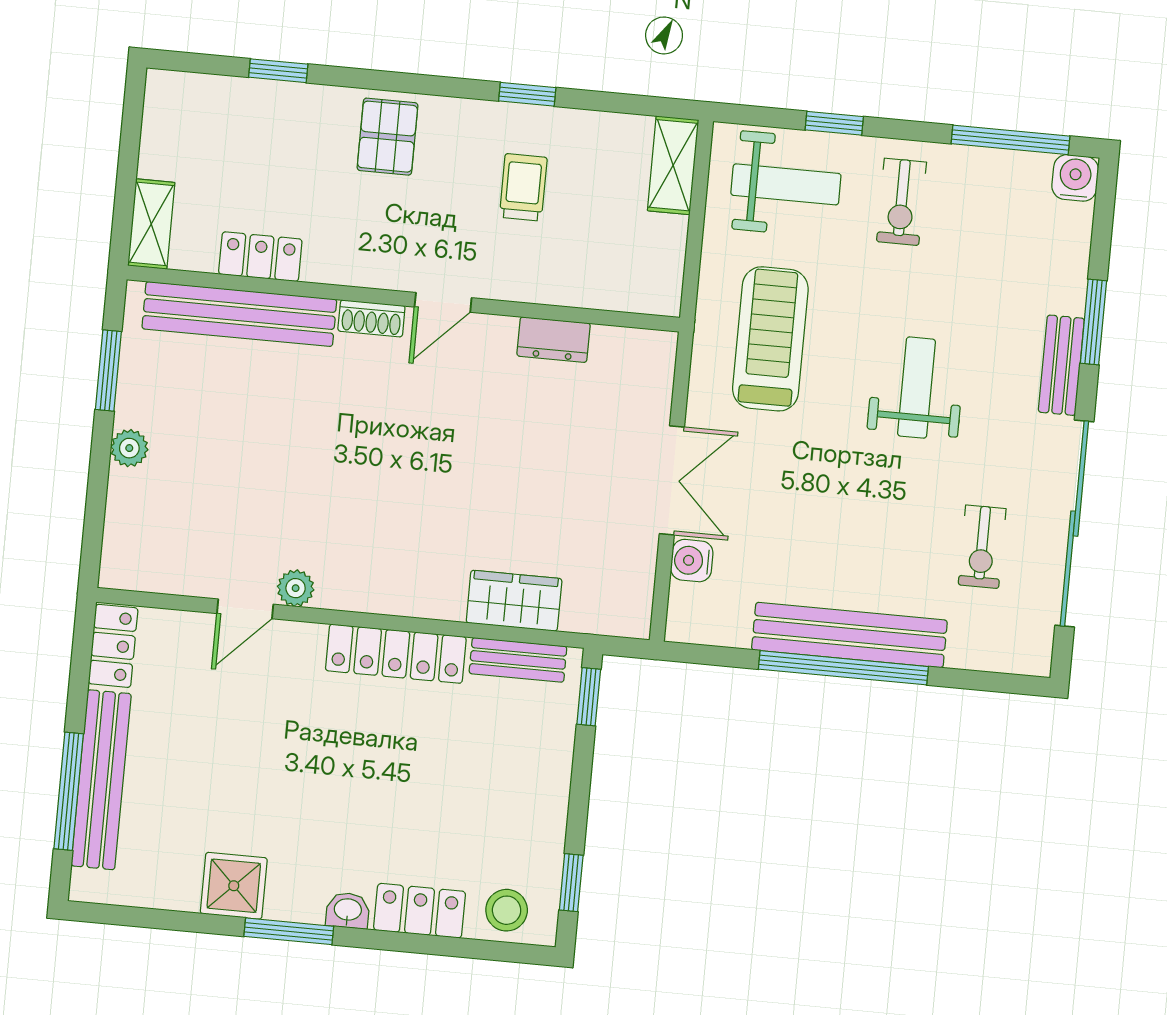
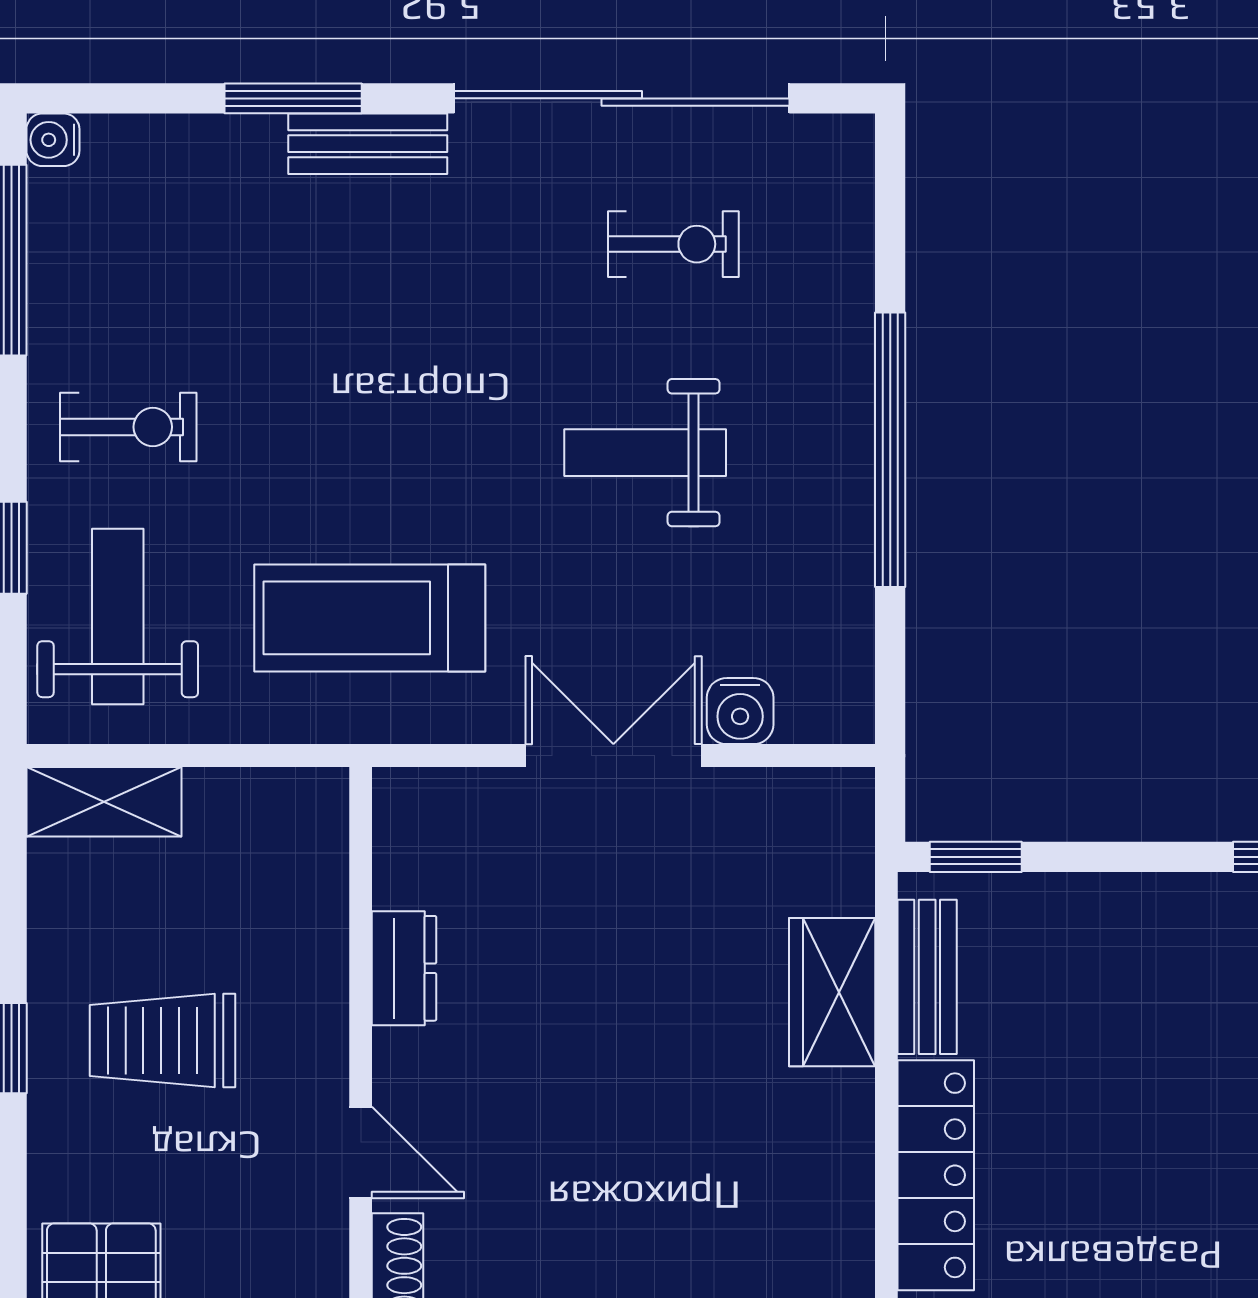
water cooler: (1075, 178) -> (53, 140), width x0.72, depth x0.72
trolley: (523, 187) -> (162, 1040), width x1.36, depth x1.39
weight bench: (916, 388) -> (645, 453), moved
bench: (849, 635) -> (836, 445), removed

